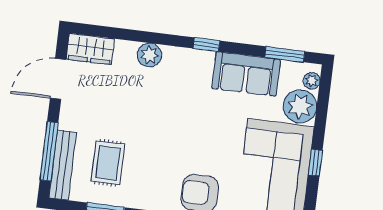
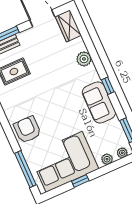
sofa: (246, 74) -> (99, 102), moved
plant: (300, 106) -> (107, 159), width x0.53, depth x0.53

